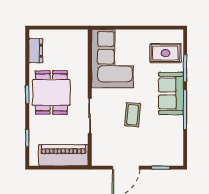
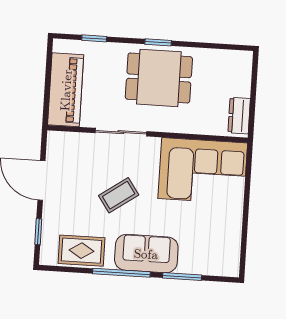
dresser: (36, 51) -> (239, 116), moved, turned 90
rug: (166, 53) -> (82, 251), moved, turned 90
coffee table: (133, 115) -> (119, 195), turned -40

